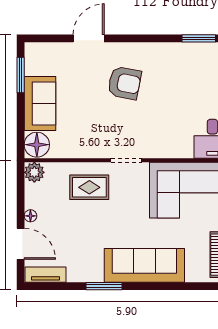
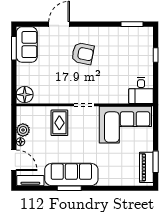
sofa: (40, 104) -> (27, 45), moved
plant: (34, 172) -> (23, 130), moved
rug: (89, 187) -> (59, 123), turned 90
sofa: (144, 265) -> (71, 175), moved

